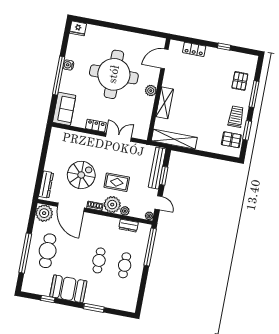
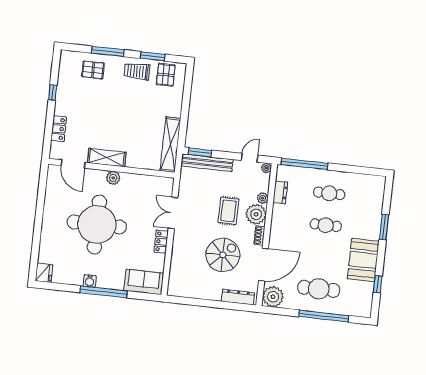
shelving: (165, 103) -> (107, 158), moved
spiral stairs: (81, 175) -> (223, 255), turned 90
window: (164, 176) -> (200, 152), moved

